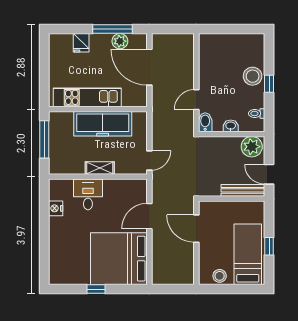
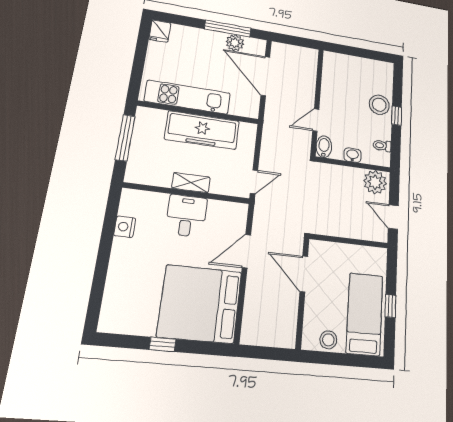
fridge: (81, 43) -> (160, 31), moved
bench: (243, 190) -> (363, 232), removed
desk: (88, 194) -> (186, 216), moved

